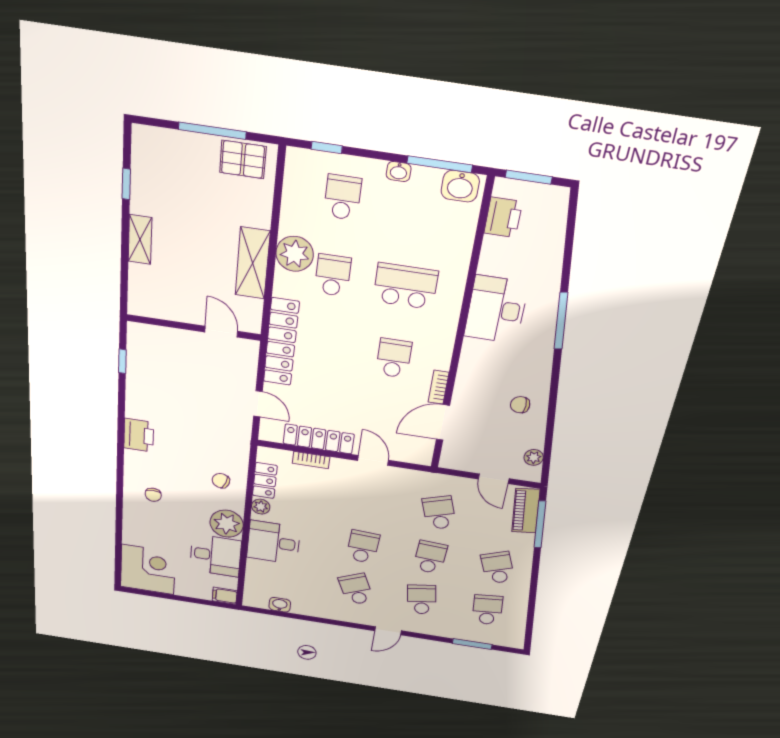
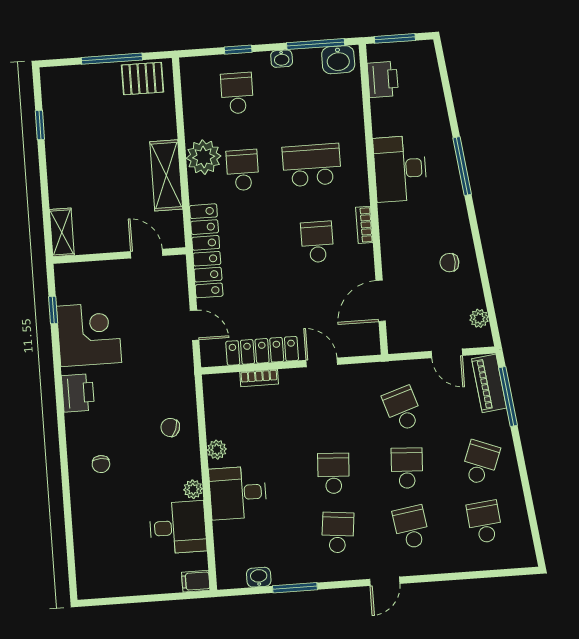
window: (327, 148) -> (238, 50), moved
shelving: (140, 240) -> (62, 232), moved
bookcase: (439, 387) -> (364, 225), moved
locker: (265, 480) -> (216, 415), removed
plant: (227, 524) -> (193, 489), width x0.53, depth x0.53
school desk: (498, 568) -> (480, 463), turned 42
corner desk: (148, 570) -> (89, 334), moved
school desk: (356, 589) -> (338, 532), turned 30
window: (472, 644) -> (295, 588), moved

